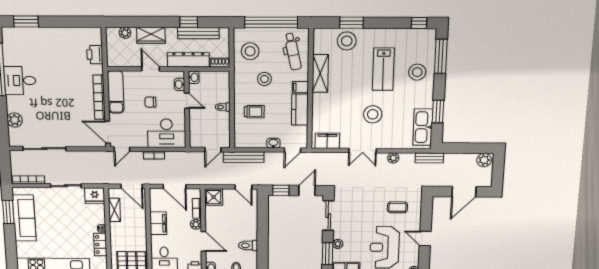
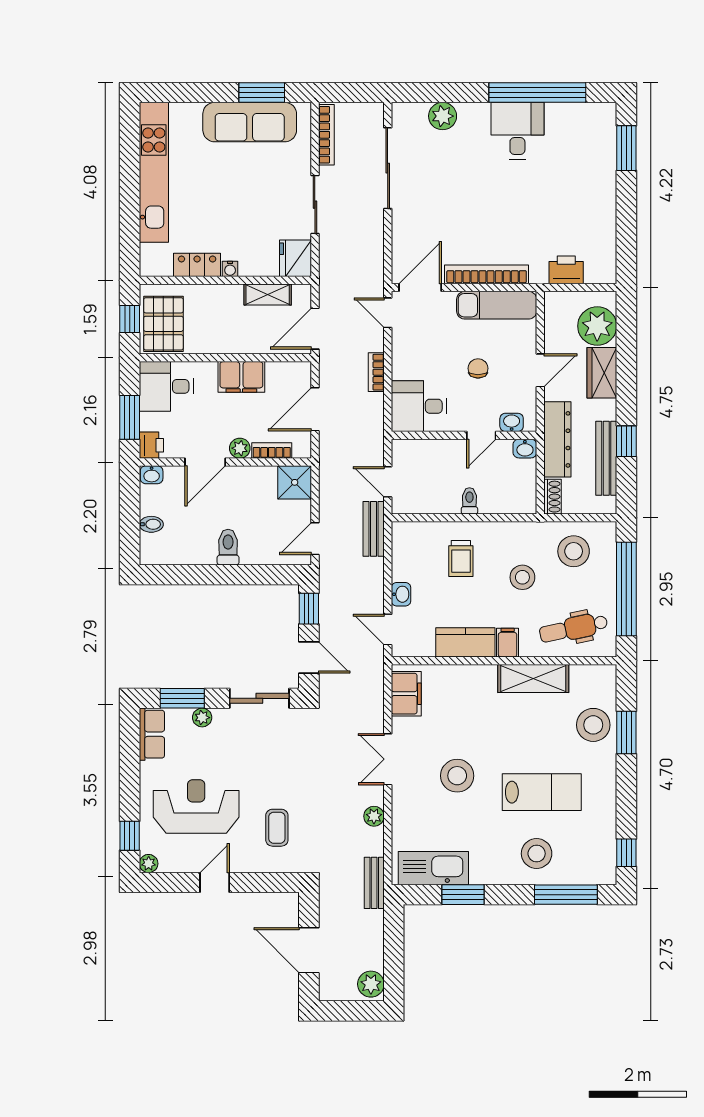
plant: (125, 33) -> (597, 326), width x1.87, depth x1.87
lab bench: (383, 69) -> (542, 792), turned 180
desk: (167, 133) -> (419, 406), width x0.73
bench: (244, 157) -> (374, 529), width x0.73
toilet: (248, 245) -> (228, 547), moved

